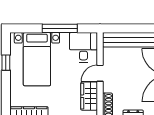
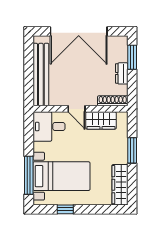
window: (60, 28) -> (29, 175), moved

